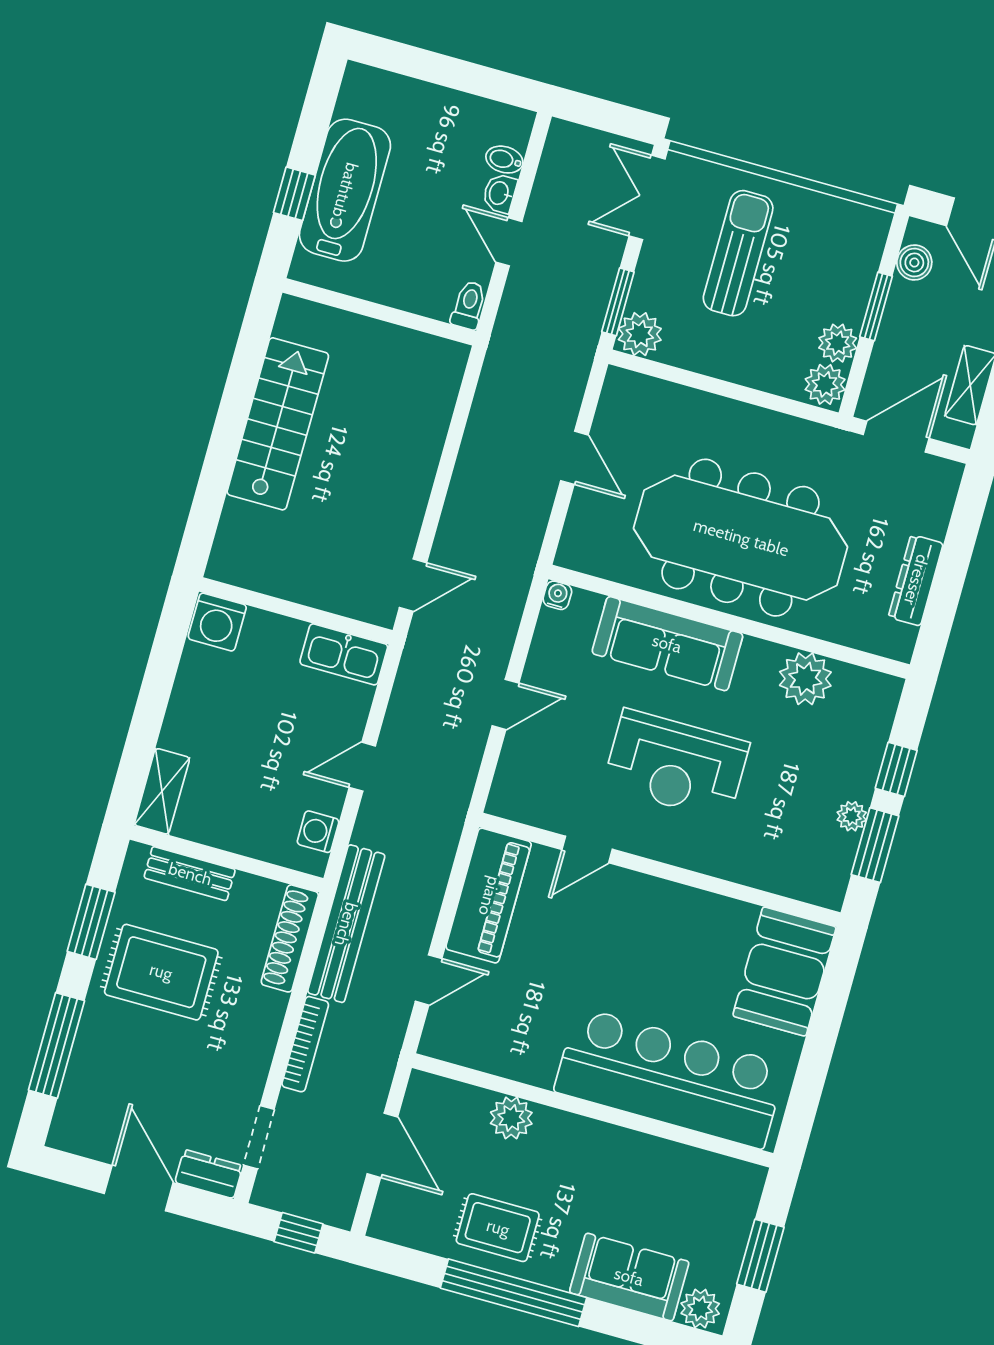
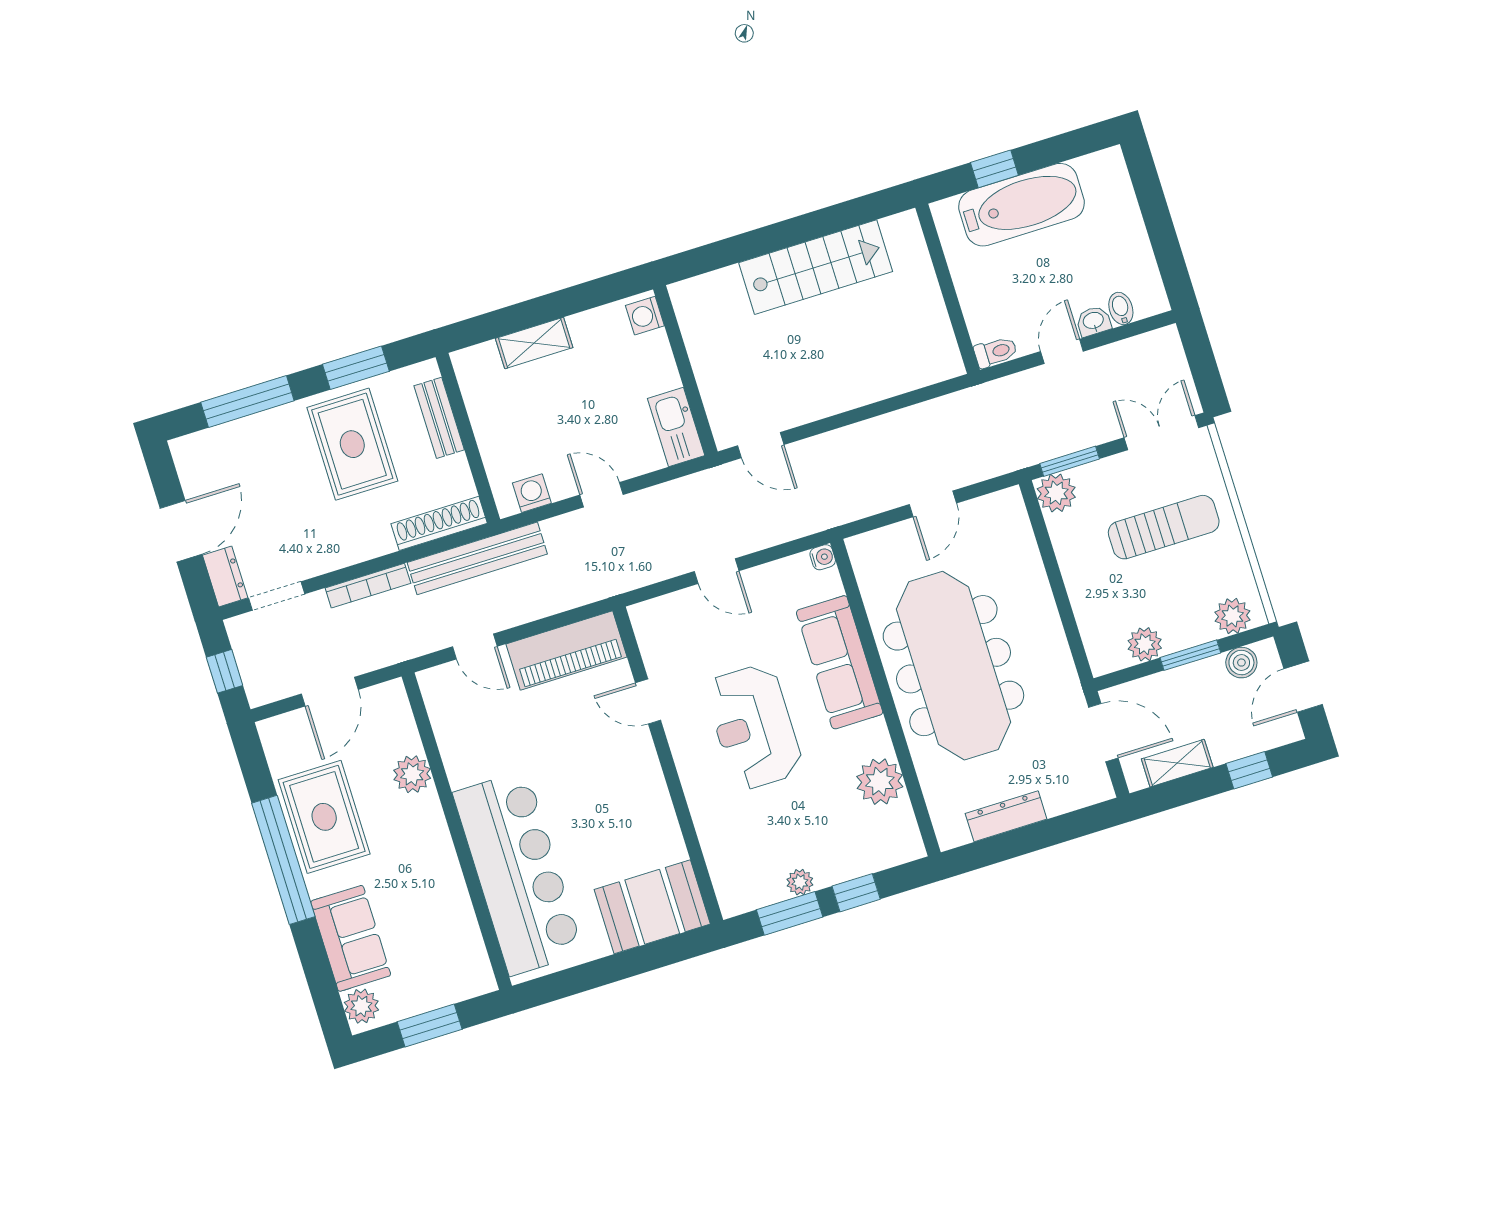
plant: (825, 384) -> (1232, 616), moved
washing machine: (217, 622) -> (645, 316), width x0.73, depth x0.73
shelving: (162, 791) -> (534, 343), moved
rug: (498, 1228) -> (324, 817), width x1.36, depth x1.43

